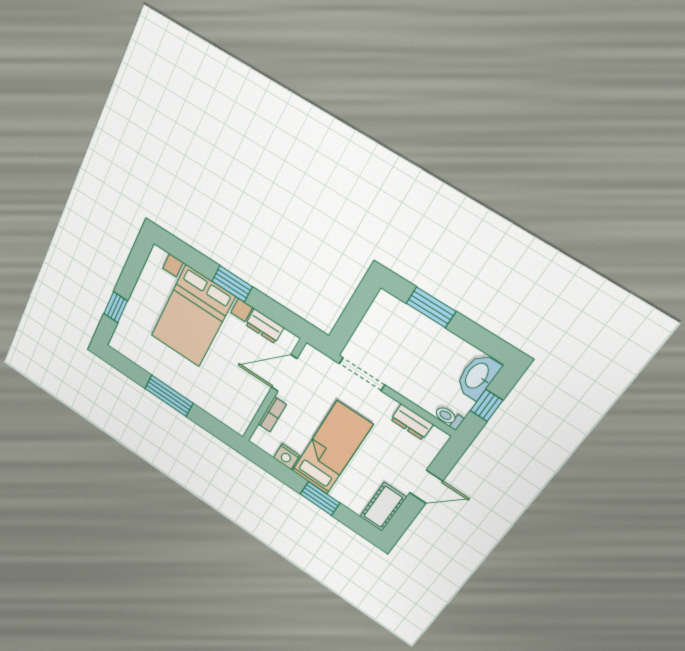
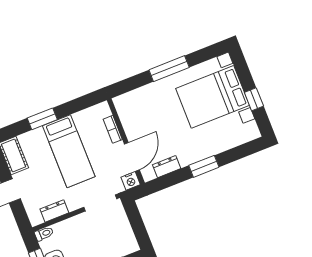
window: (116, 307) -> (254, 99), moved
bed with nightstands: (193, 316) -> (213, 97), moved, turned -90
nightstand: (287, 457) -> (131, 181), moved, turned 180

